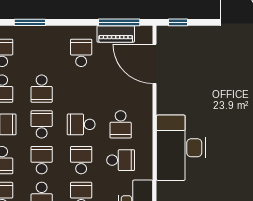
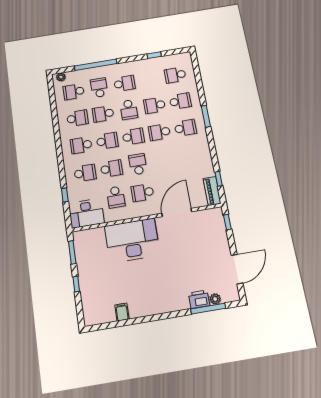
window: (119, 22) -> (219, 179), width x0.46
piano: (116, 34) -> (212, 191), moved
school desk: (81, 53) -> (185, 128), moved
door: (155, 64) -> (177, 213), moved

